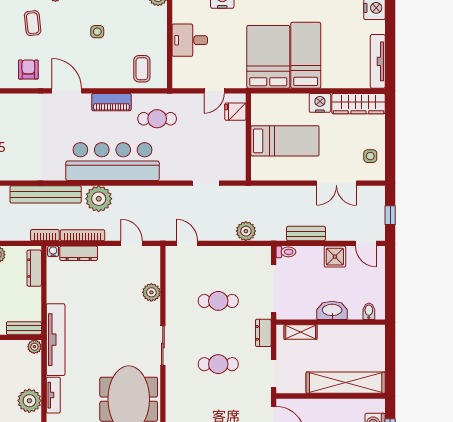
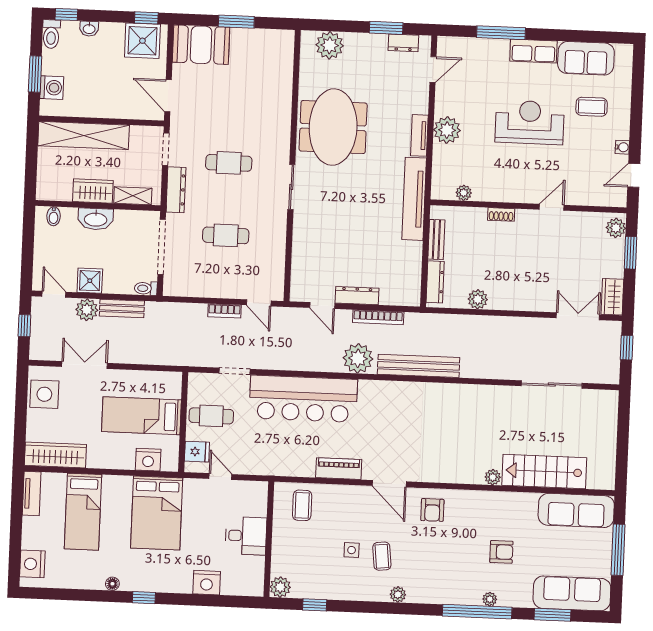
coffee table: (33, 23) -> (382, 556), moved
bed: (306, 55) -> (83, 512), moved
tv unit: (378, 61) -> (32, 494), width x0.71
door: (214, 91) -> (220, 477), hinge flipped
nightstand: (320, 103) -> (148, 460), moved
cafe table: (157, 119) -> (211, 416), moved
side table: (370, 156) -> (44, 394), width x1.87, depth x1.87
bar counter: (112, 162) -> (303, 399), moved
plant: (246, 231) -> (87, 310), moved
bookcase: (45, 235) -> (224, 311), moved
water cooler: (53, 251) -> (413, 300), removed
dresser: (79, 253) -> (357, 296), moved
plant: (151, 292) -> (302, 248), removed
bench: (24, 328) -> (436, 240), moved, turned 90
dresser: (263, 333) -> (176, 190), width x1.44
wardrobe: (335, 335) -> (93, 191), added
plant: (34, 347) -> (464, 193), moved

